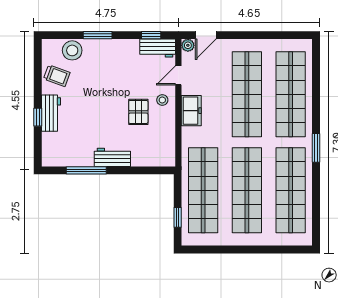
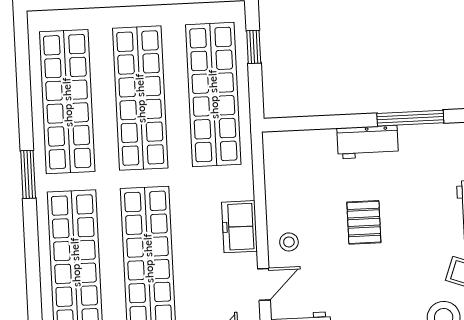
pallet: (138, 112) -> (364, 222), moved

